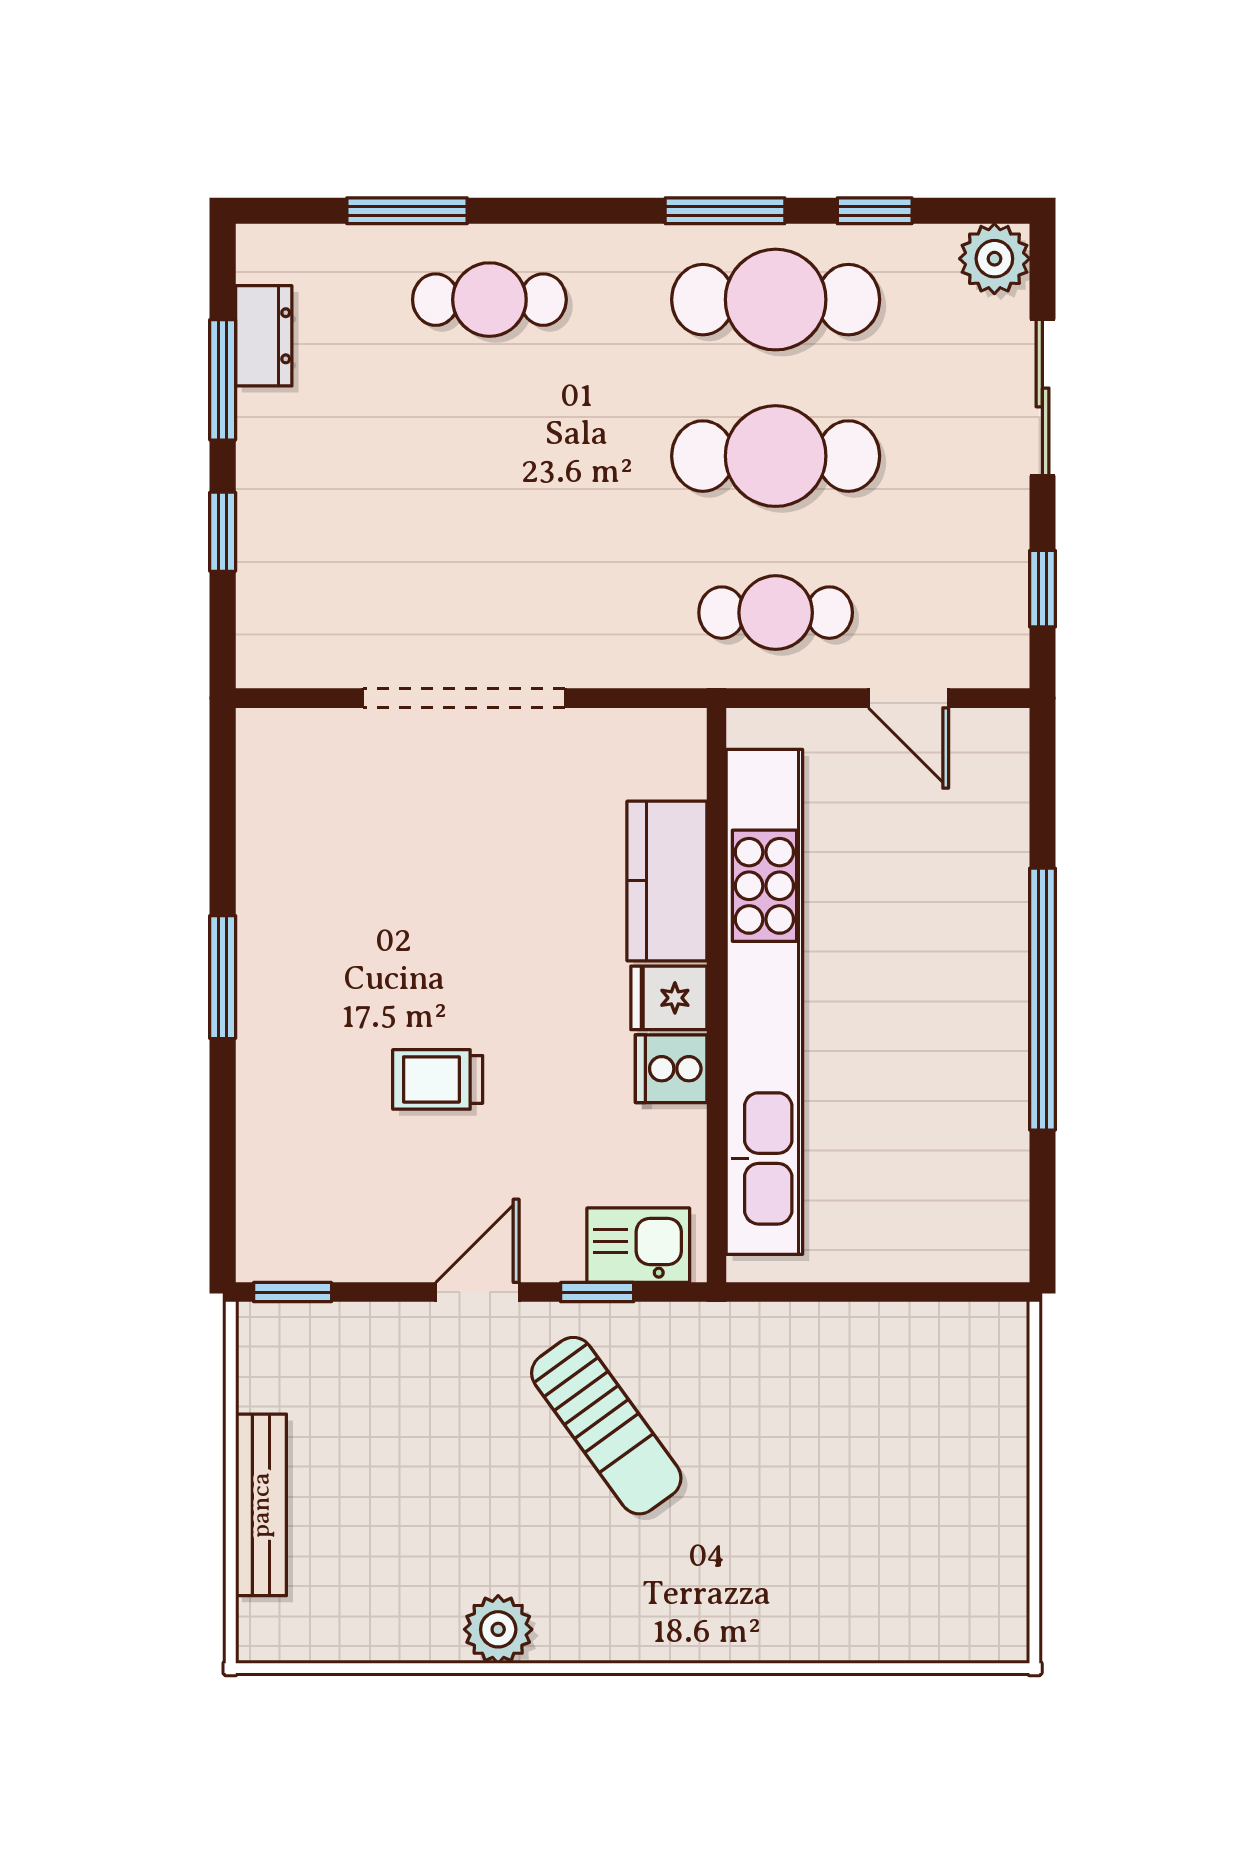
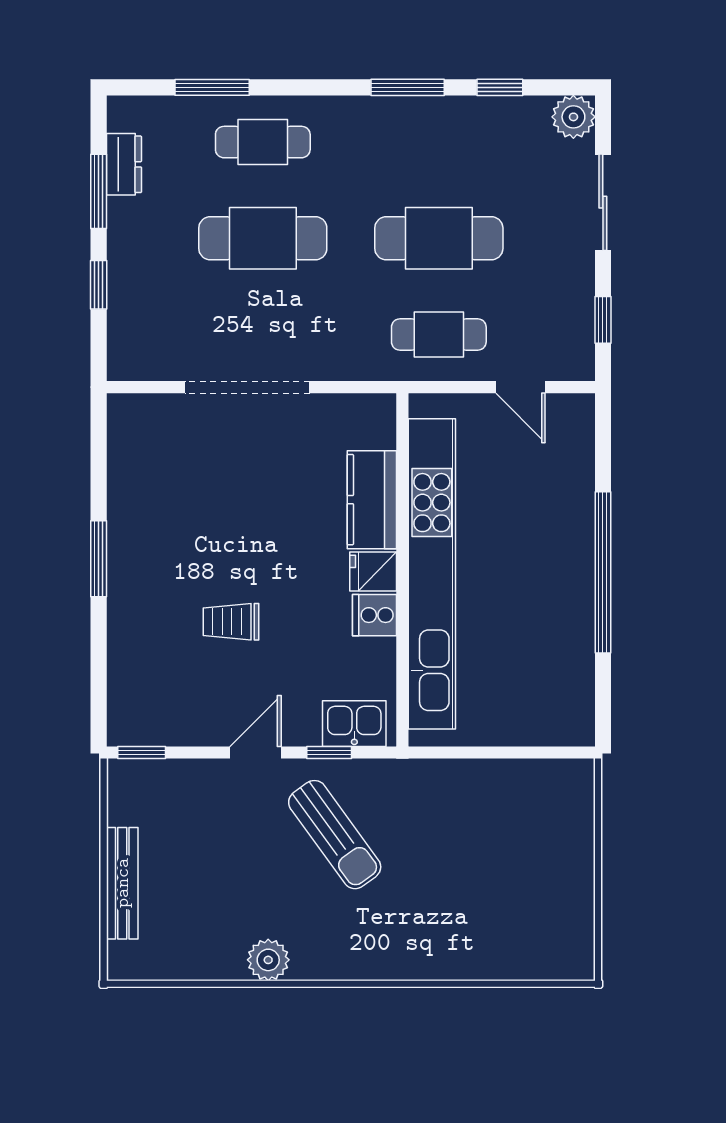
cafe table: (776, 300) -> (263, 238), moved

